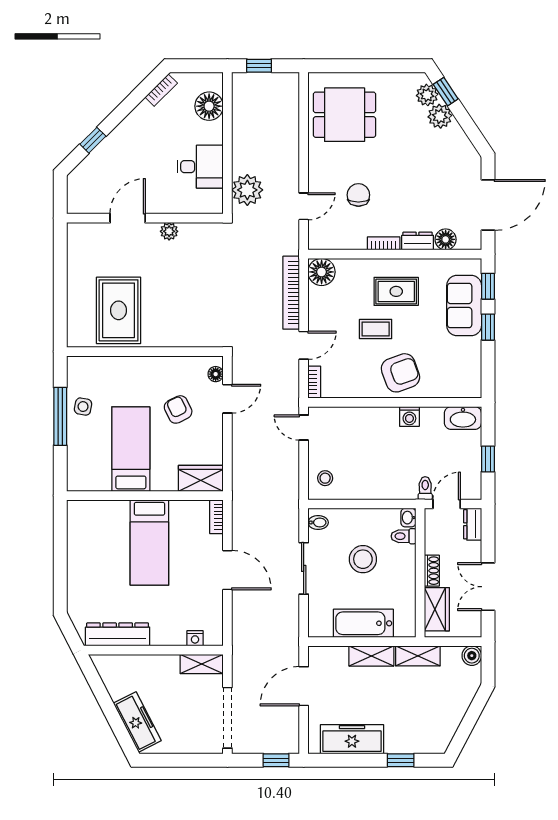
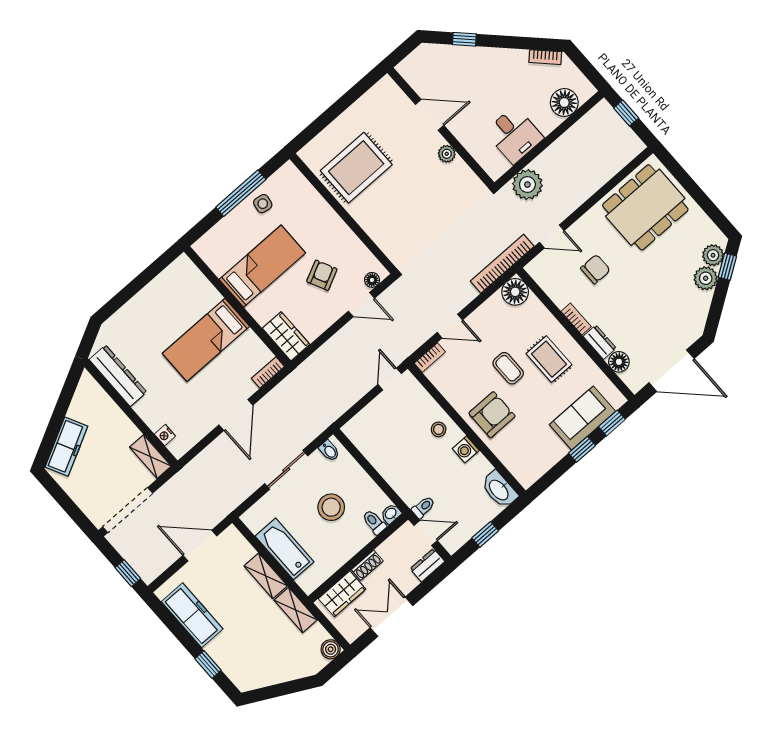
dining table: (345, 115) -> (645, 207), width x1.37
bookcase: (291, 293) -> (502, 264), moved
armchair: (400, 373) -> (492, 415), turned -70
stool: (325, 478) -> (439, 429), moved

